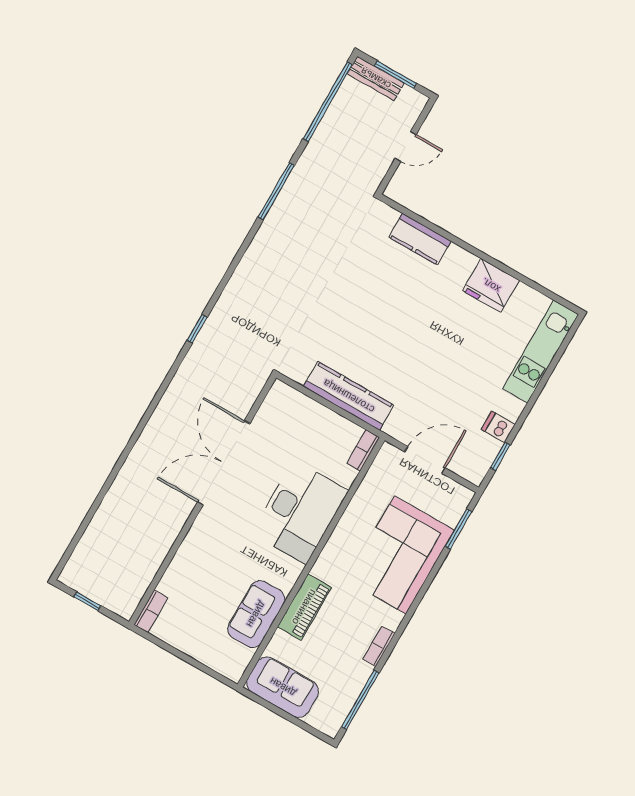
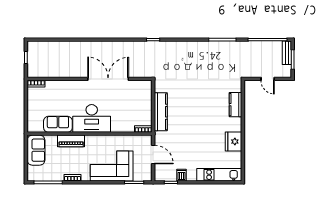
desk: (300, 512) -> (92, 118), moved

